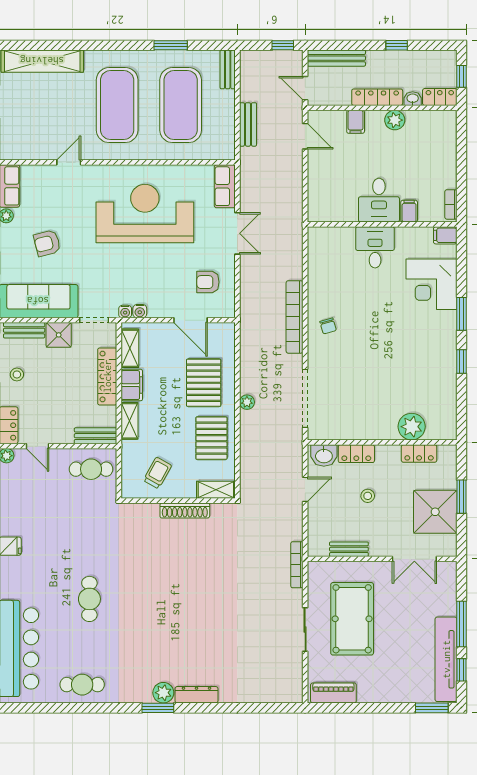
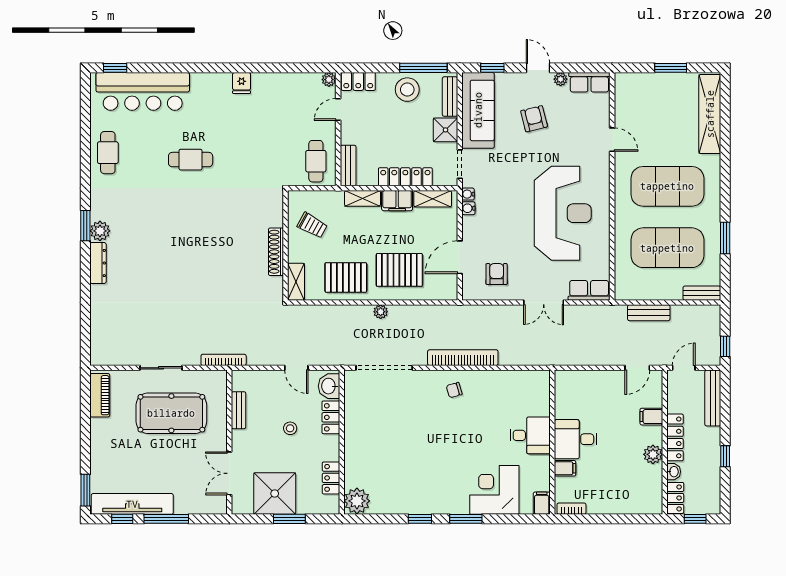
stool: (17, 374) -> (407, 90), width x1.89, depth x1.89
plant: (412, 427) -> (357, 501), moved

